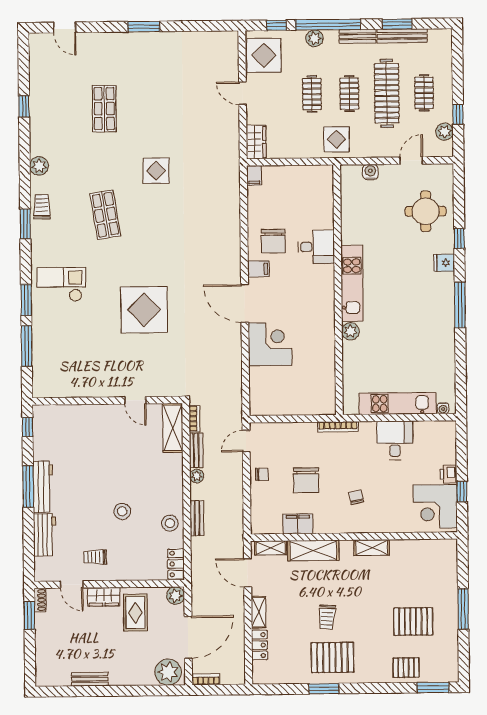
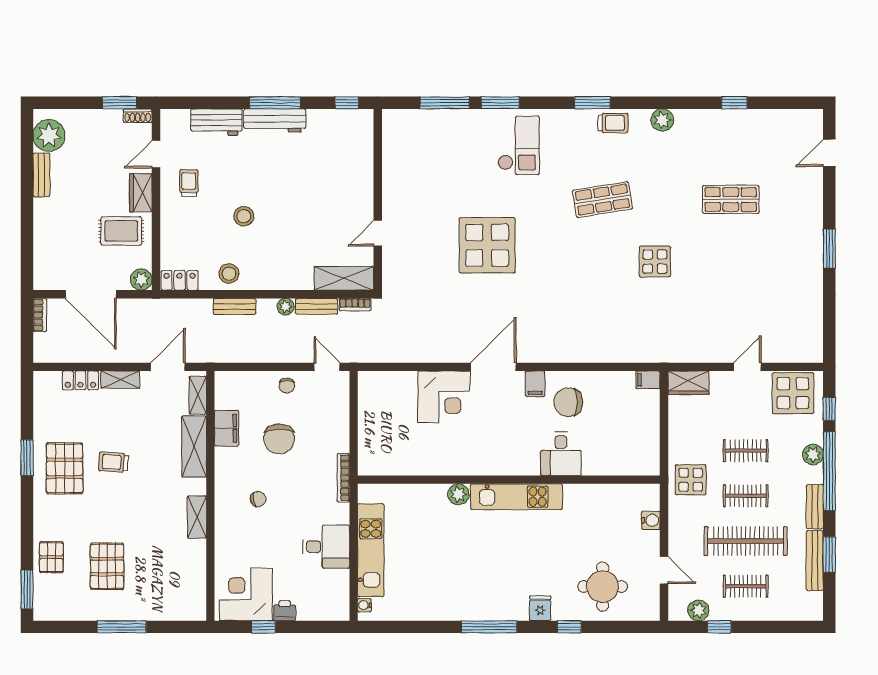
chair: (306, 480) -> (279, 439), turned -90
plant: (168, 672) -> (49, 135), moved

